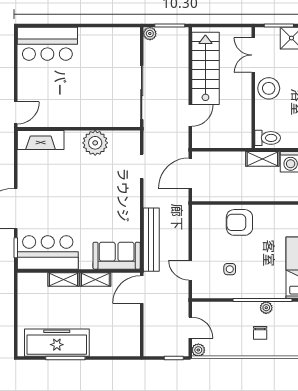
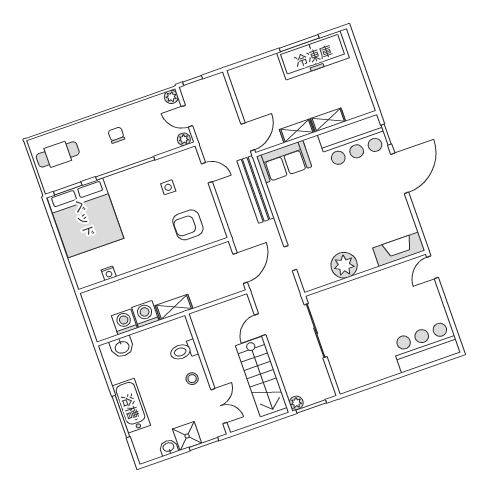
plant: (150, 34) -> (296, 403), moved
stool: (269, 88) -> (192, 379), width x0.53, depth x0.53
toilet: (268, 138) -> (184, 351), moved
armchair: (239, 222) -> (188, 225), moved, turned 180
plant: (266, 308) -> (184, 139), moved

